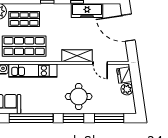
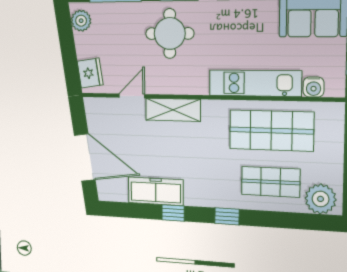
door: (100, 63) -> (132, 96), hinge flipped
plant: (127, 89) -> (81, 21), moved

